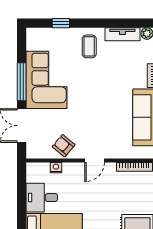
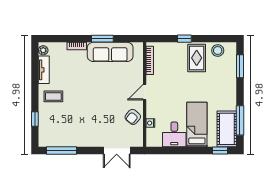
corner sofa: (47, 80) -> (80, 131), removed
window: (22, 82) -> (61, 150), moved
door: (95, 160) -> (145, 92), swing flipped

